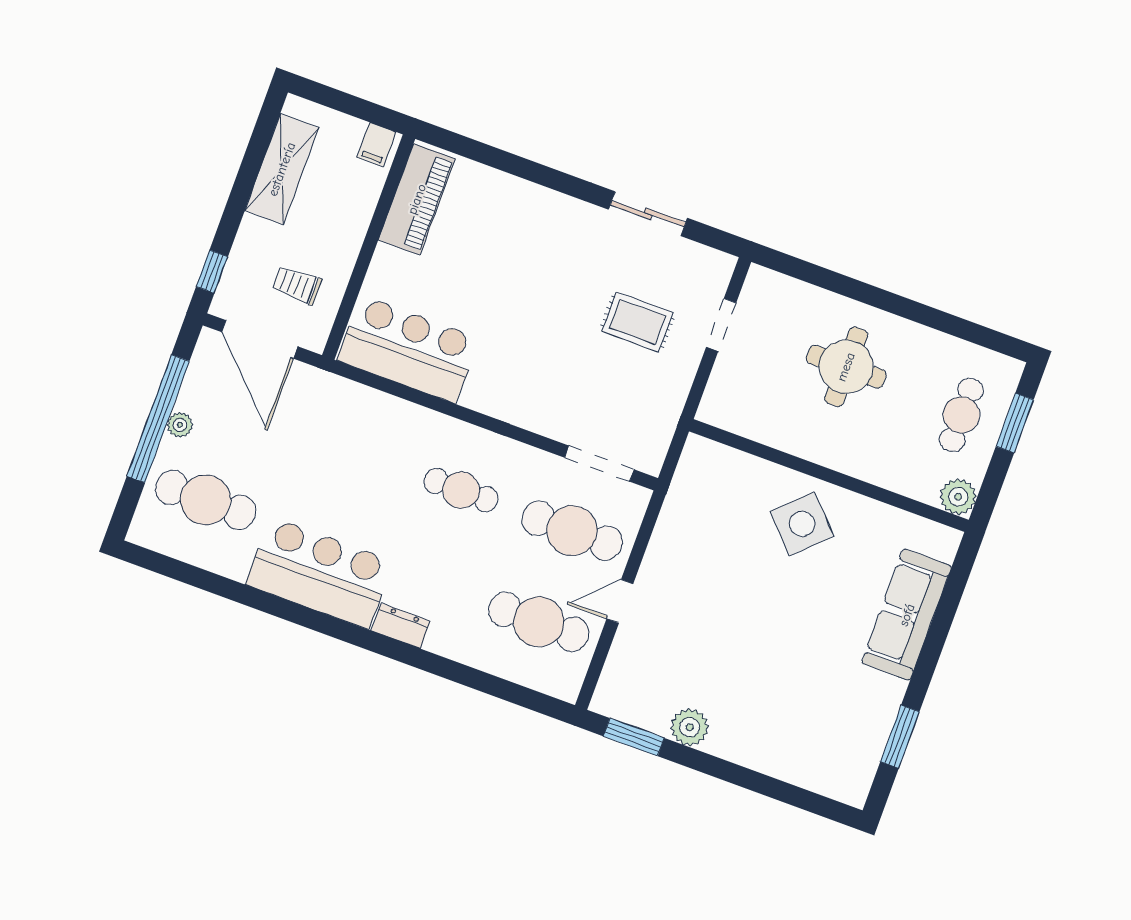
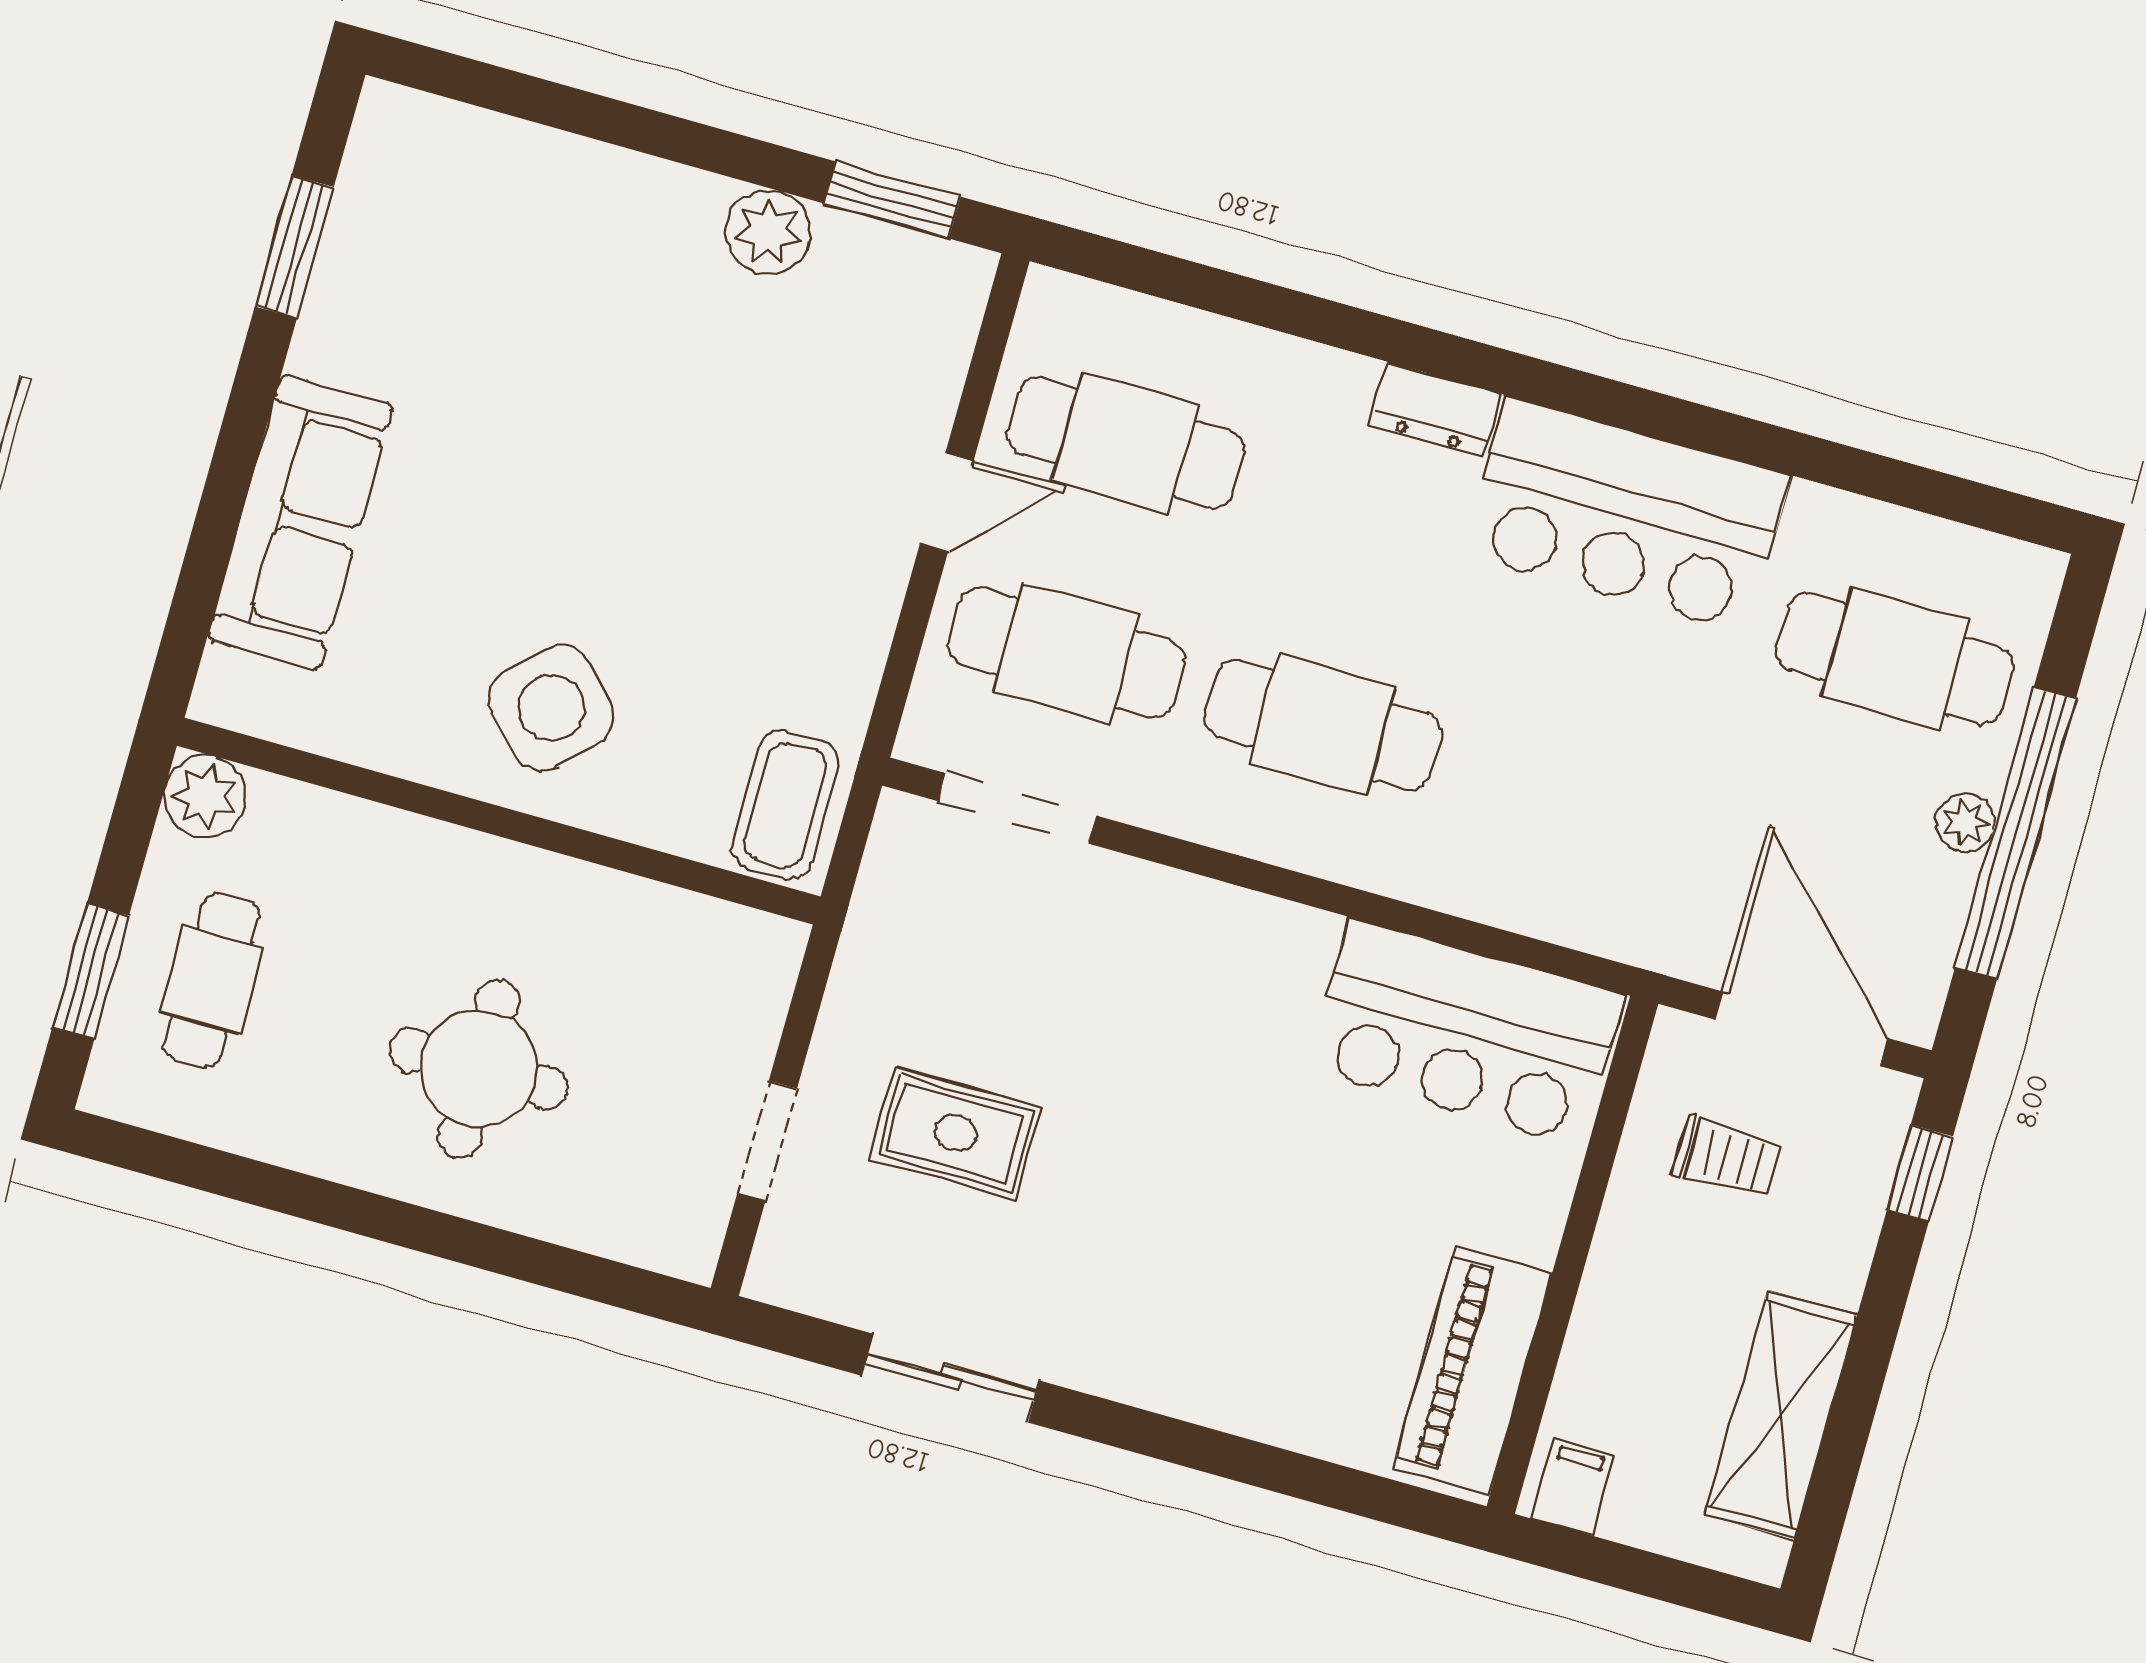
coffee table: (701, 473) -> (786, 805), added
cafe table: (461, 490) -> (1323, 725), width x1.37, depth x1.35

